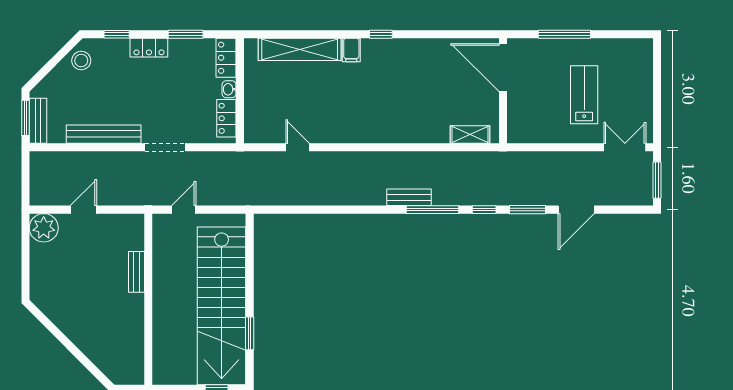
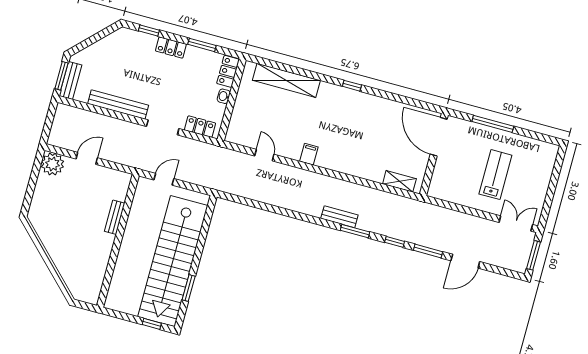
filing cabinet: (351, 50) -> (309, 154), moved, turned 180
stool: (81, 61) -> (116, 43), removed
locker: (226, 118) -> (200, 127), moved, turned 90
window: (433, 210) -> (355, 231), width x0.69

